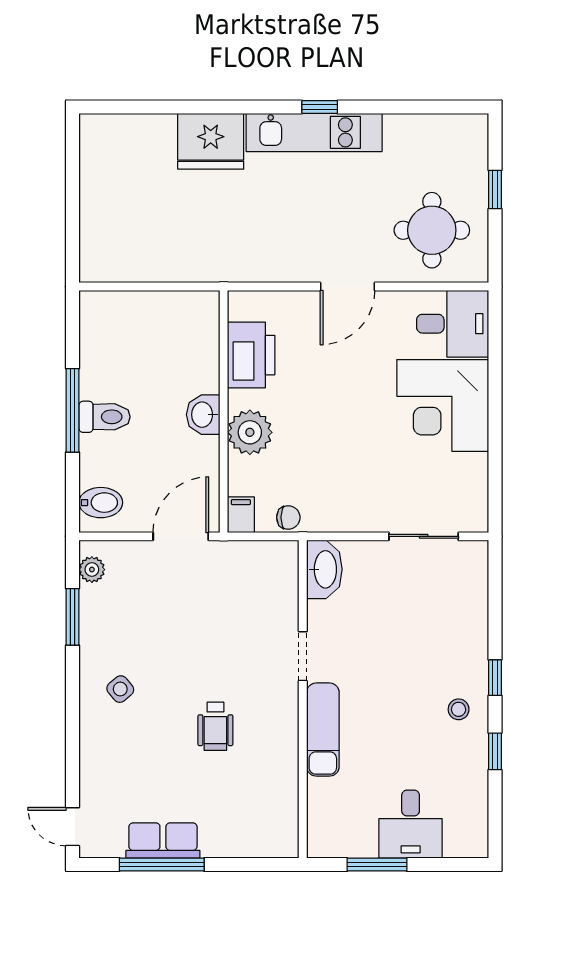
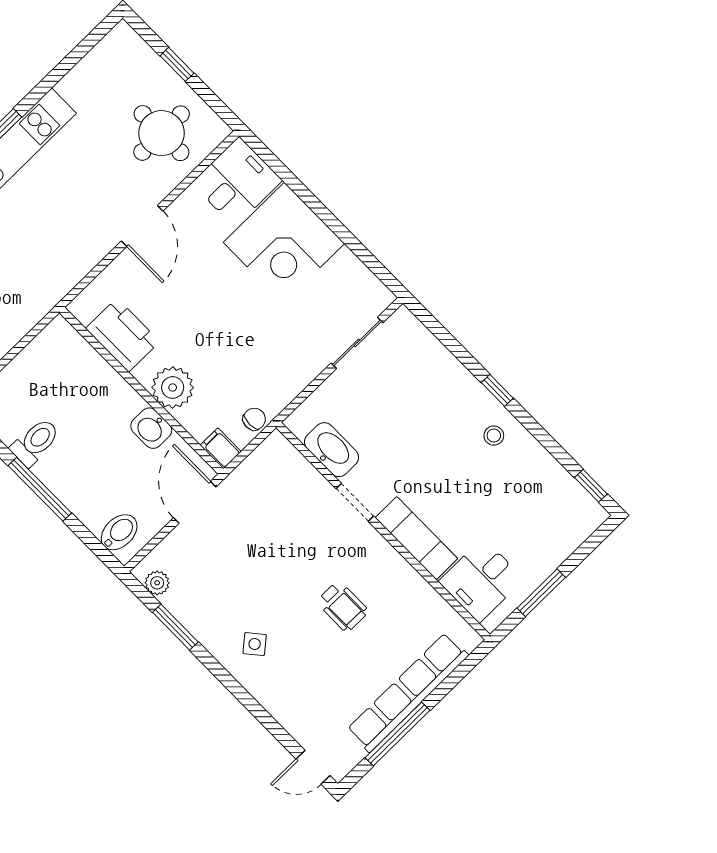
washbasin: (203, 415) -> (151, 428), moved
toilet: (104, 417) -> (35, 442), moved
washbasin: (324, 569) -> (332, 450), moved
window: (495, 751) -> (591, 486), moved
desk: (411, 824) -> (481, 580), moved, turned 90
row of seats: (163, 841) -> (408, 692), width x2.02

